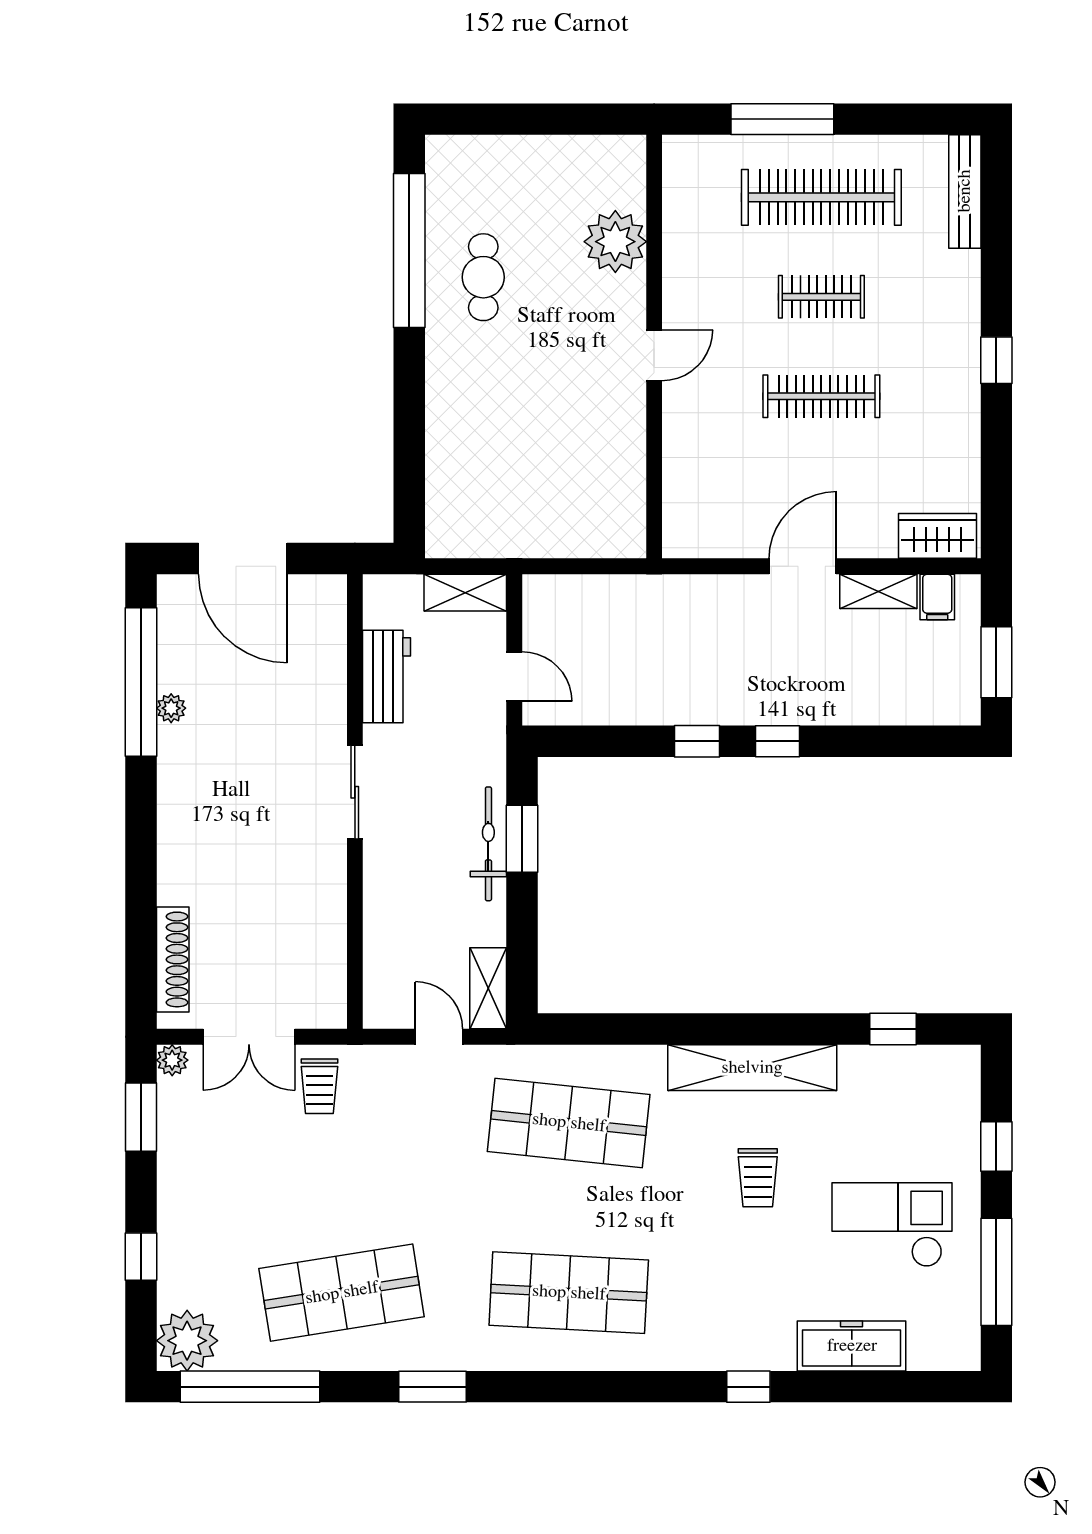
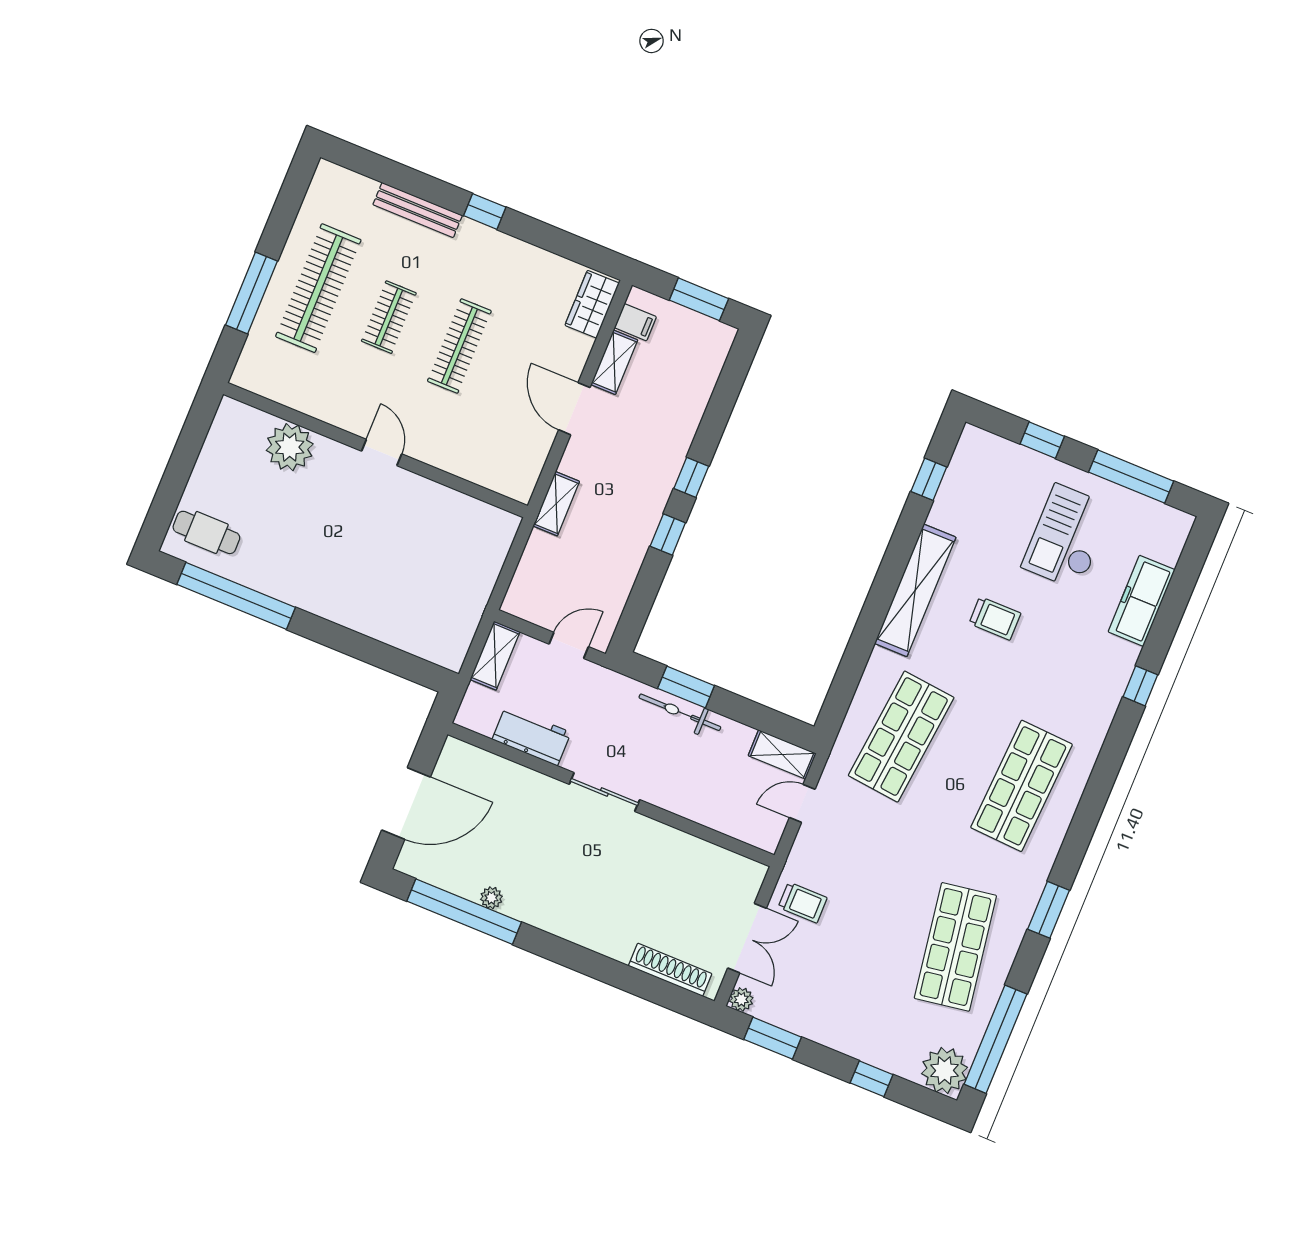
bench: (965, 191) -> (418, 210), moved
cafe table: (483, 277) -> (206, 532), moved
shelving: (679, 591) -> (556, 504), added

